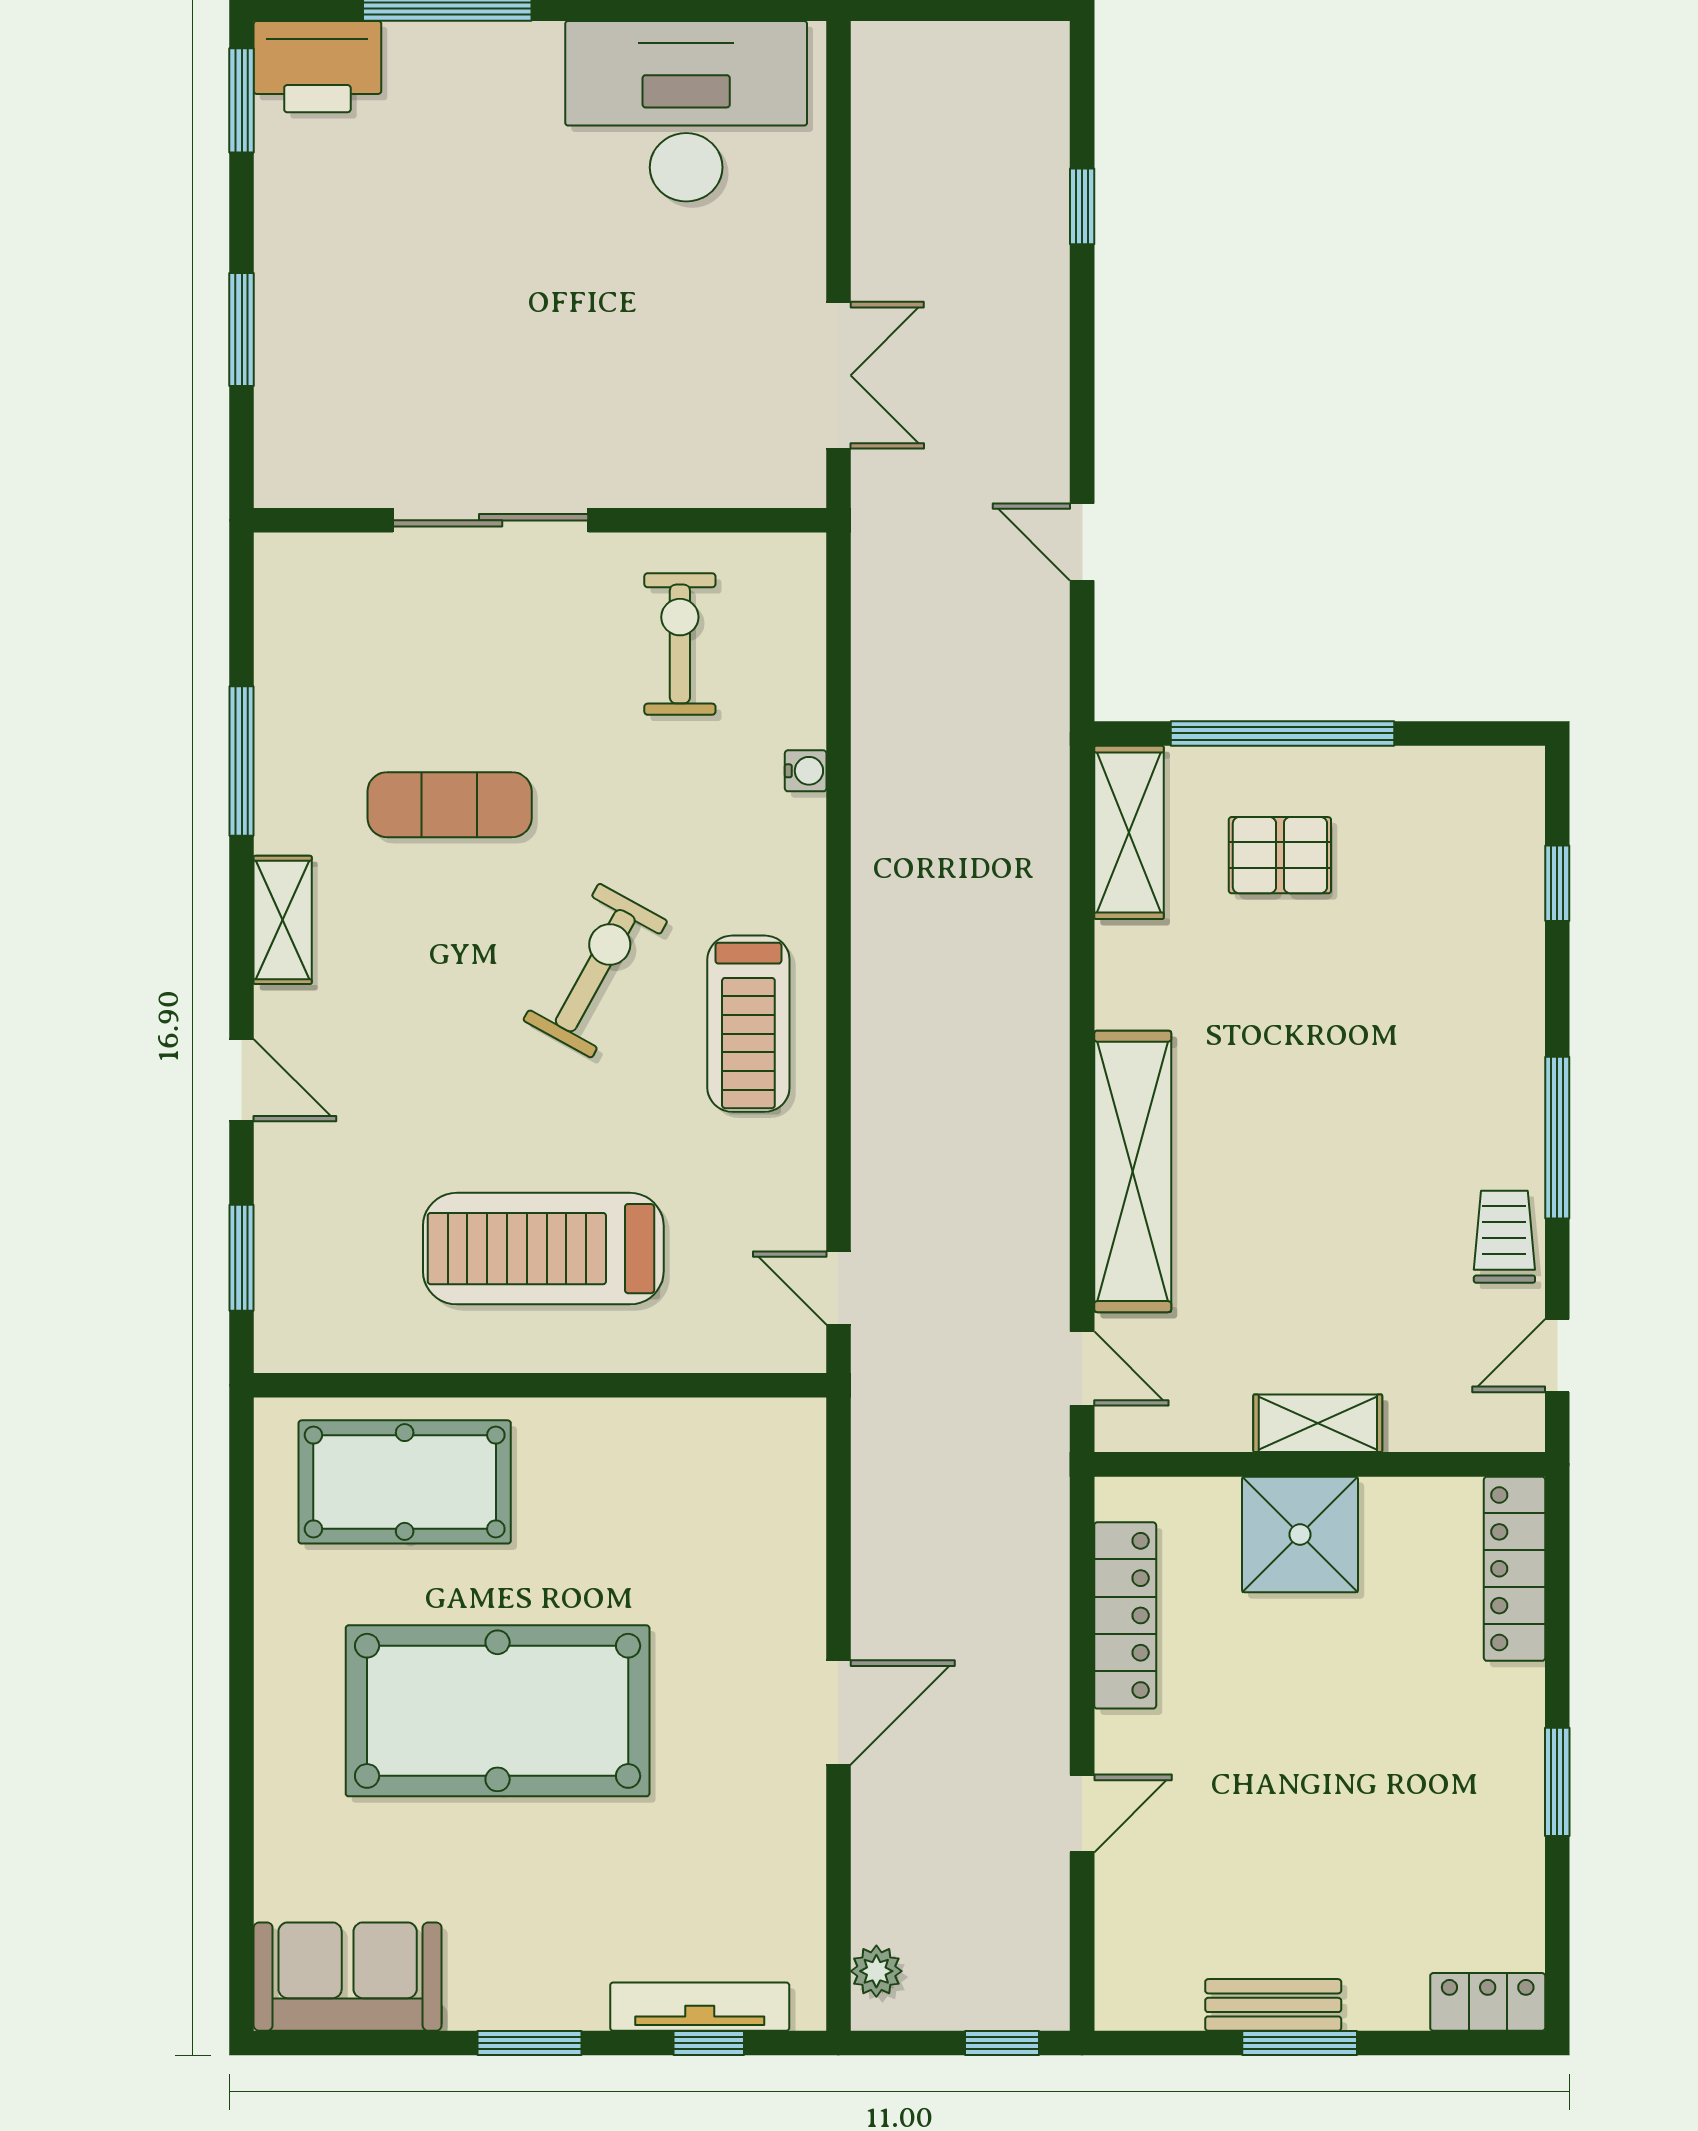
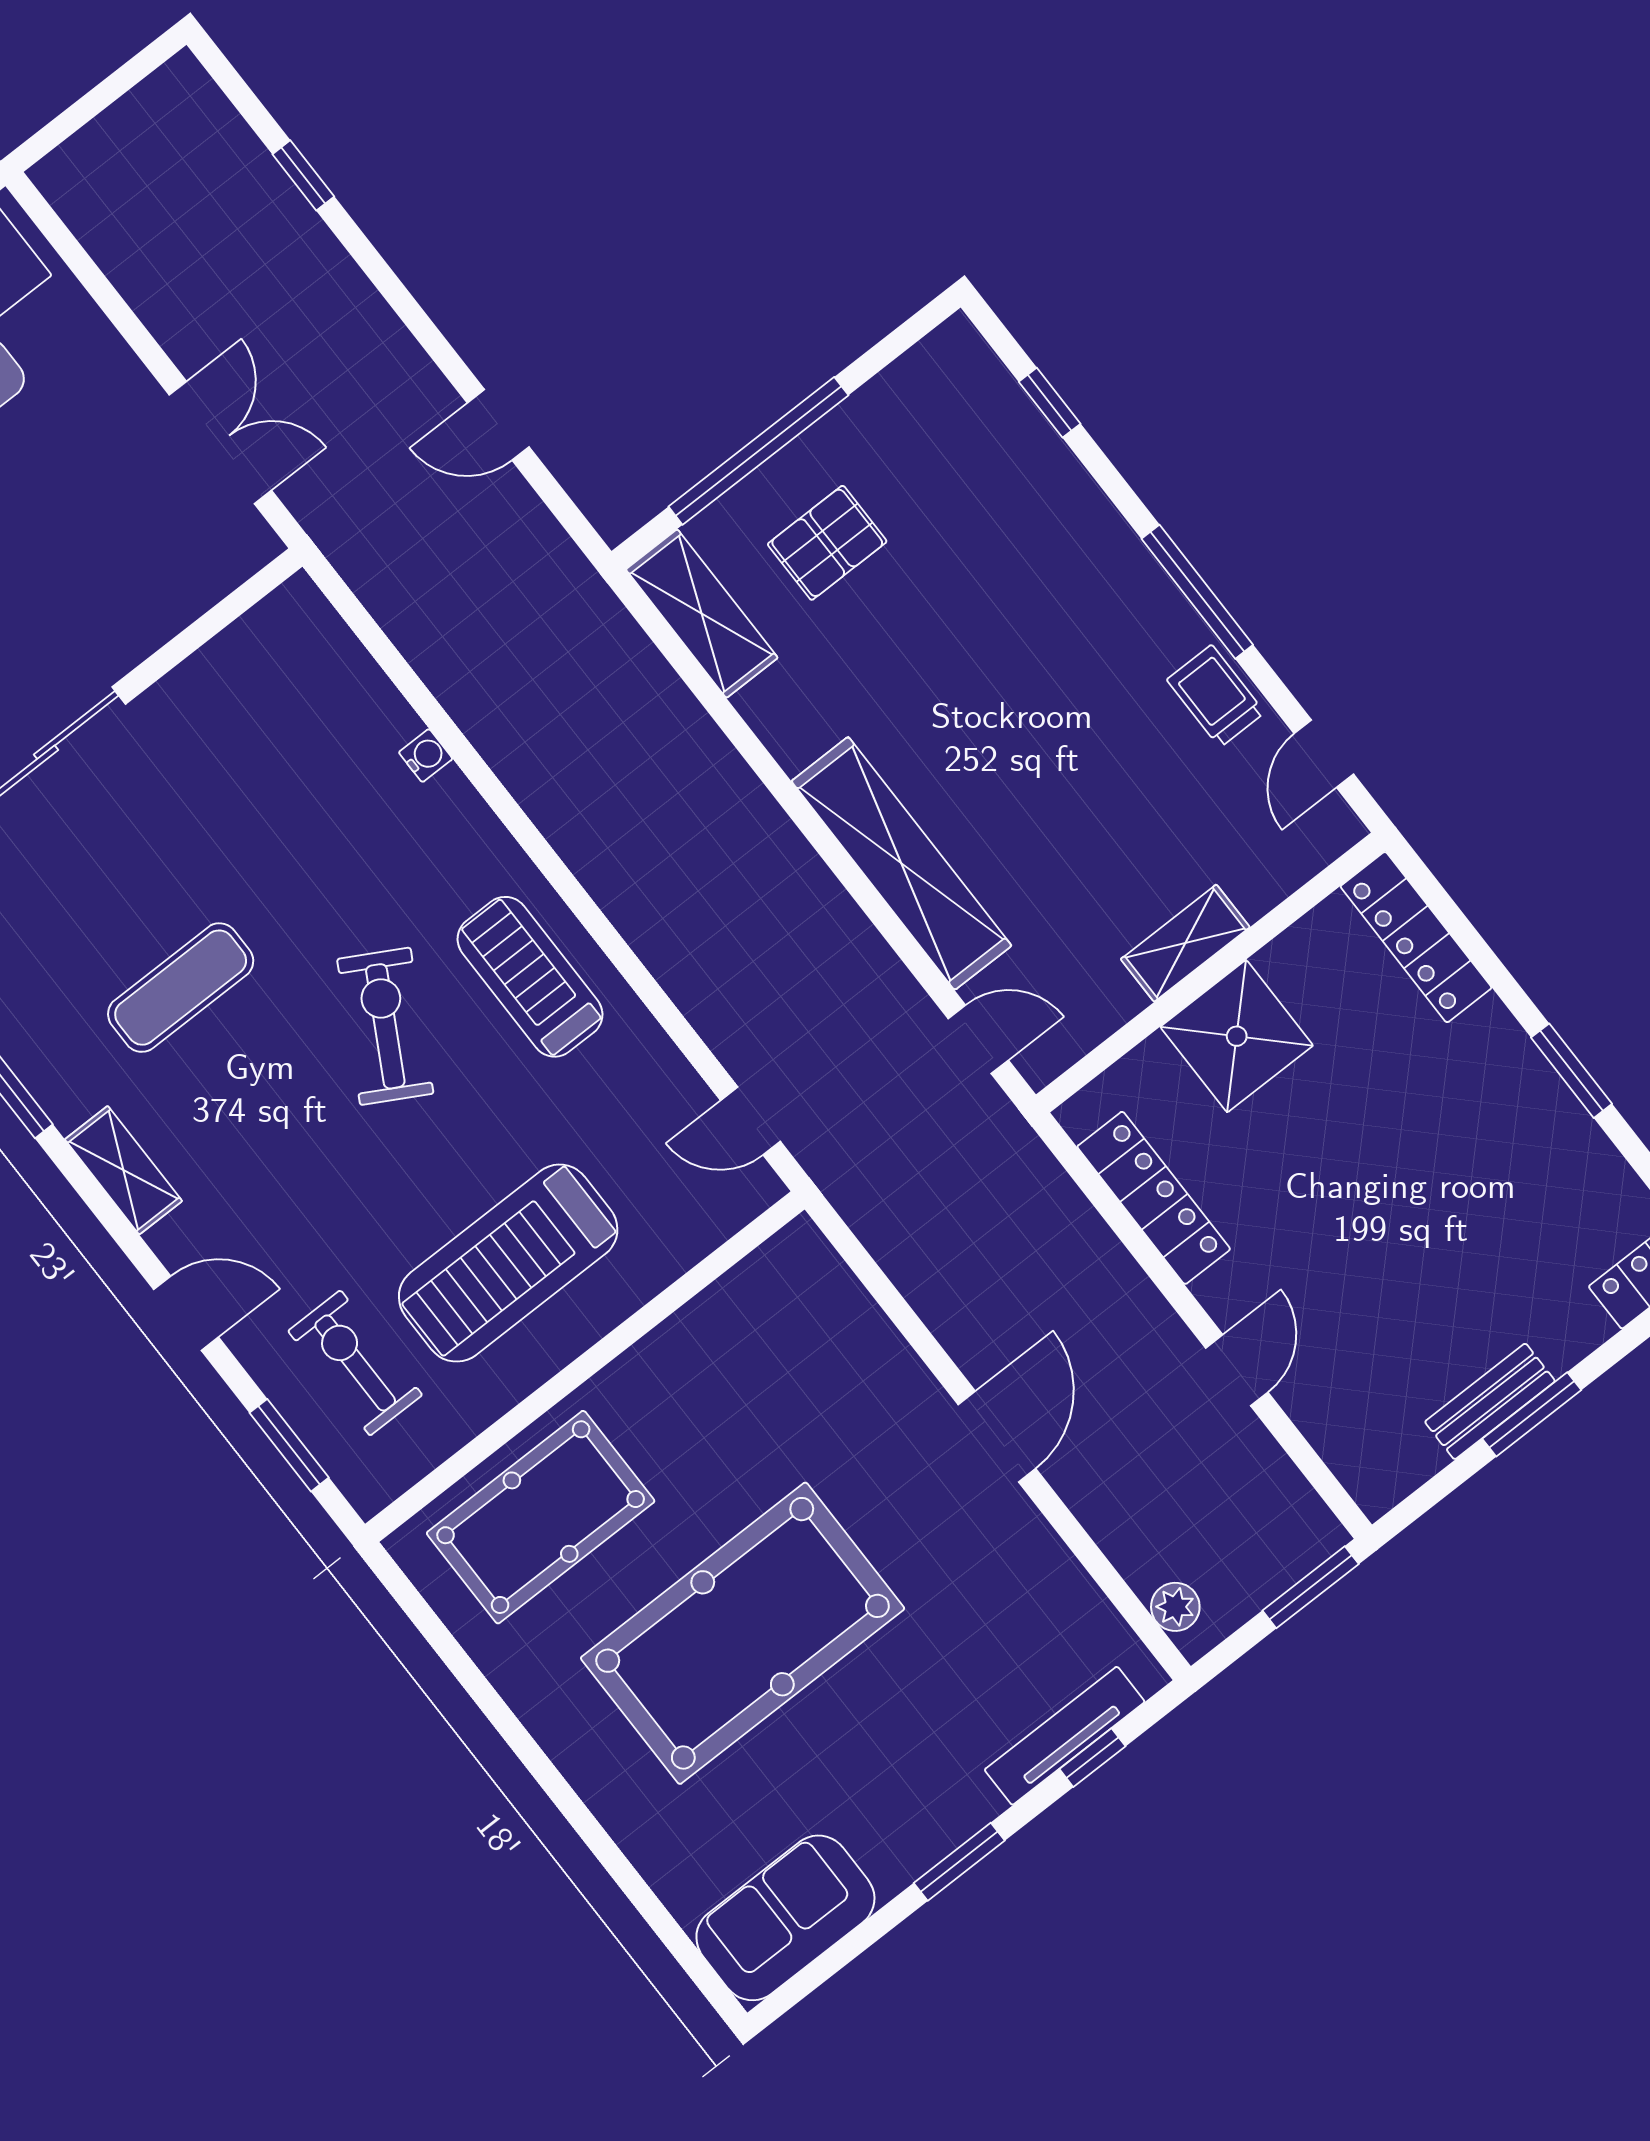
exercise bike: (680, 644) -> (355, 1363), moved
treadmill: (748, 1024) -> (530, 977), turned 180
window: (1002, 2043) -> (1311, 1587), width x1.50

